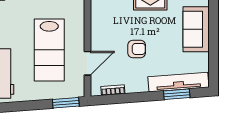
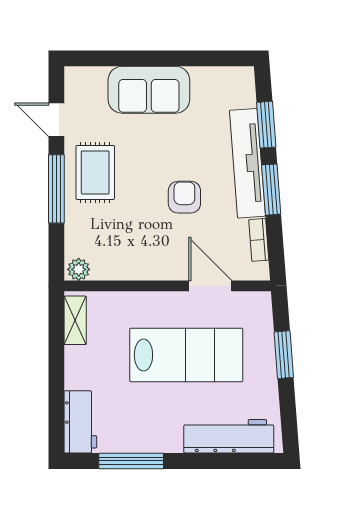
tv unit: (178, 82) -> (247, 163), moved
window: (141, 97) -> (271, 190), added
window: (66, 103) -> (284, 355), moved

